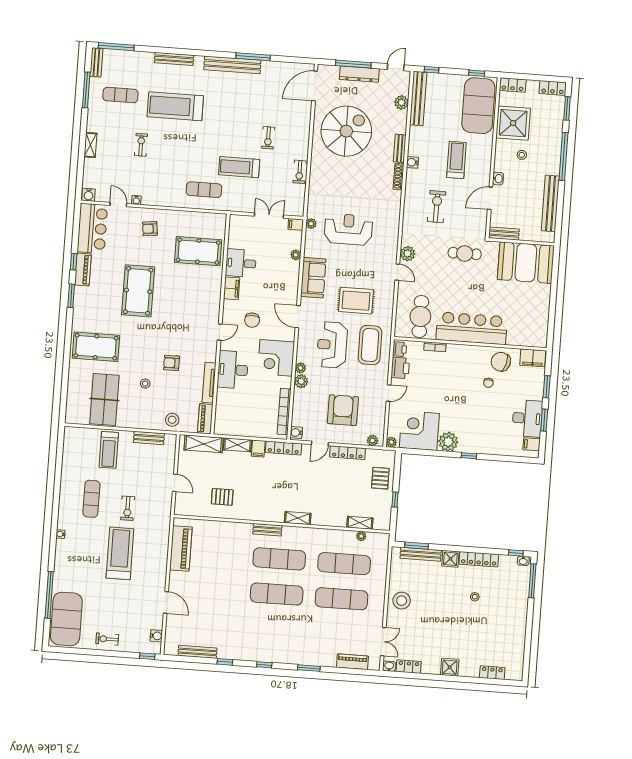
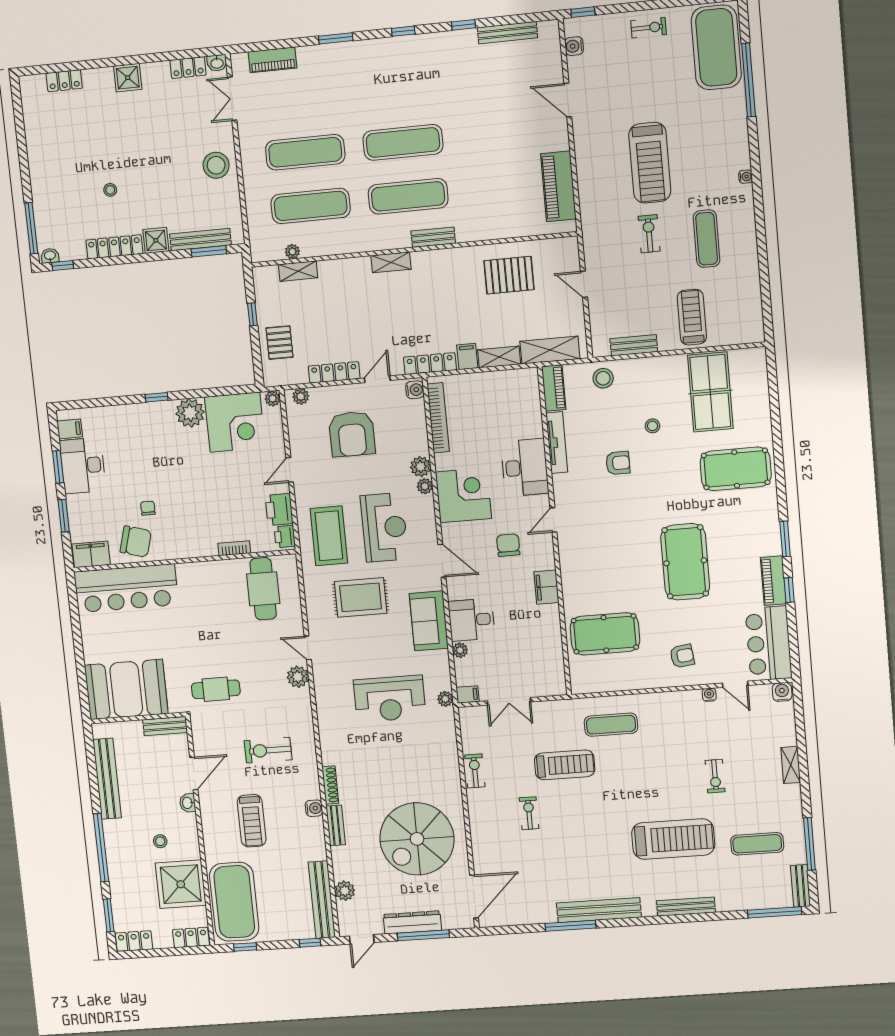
exercise bike: (437, 207) -> (268, 750), turned 89
desk: (241, 263) -> (472, 620), moved, turned 180
bar counter: (472, 328) -> (126, 588), moved
pallet: (222, 497) -> (509, 275), width x1.50, depth x1.42

